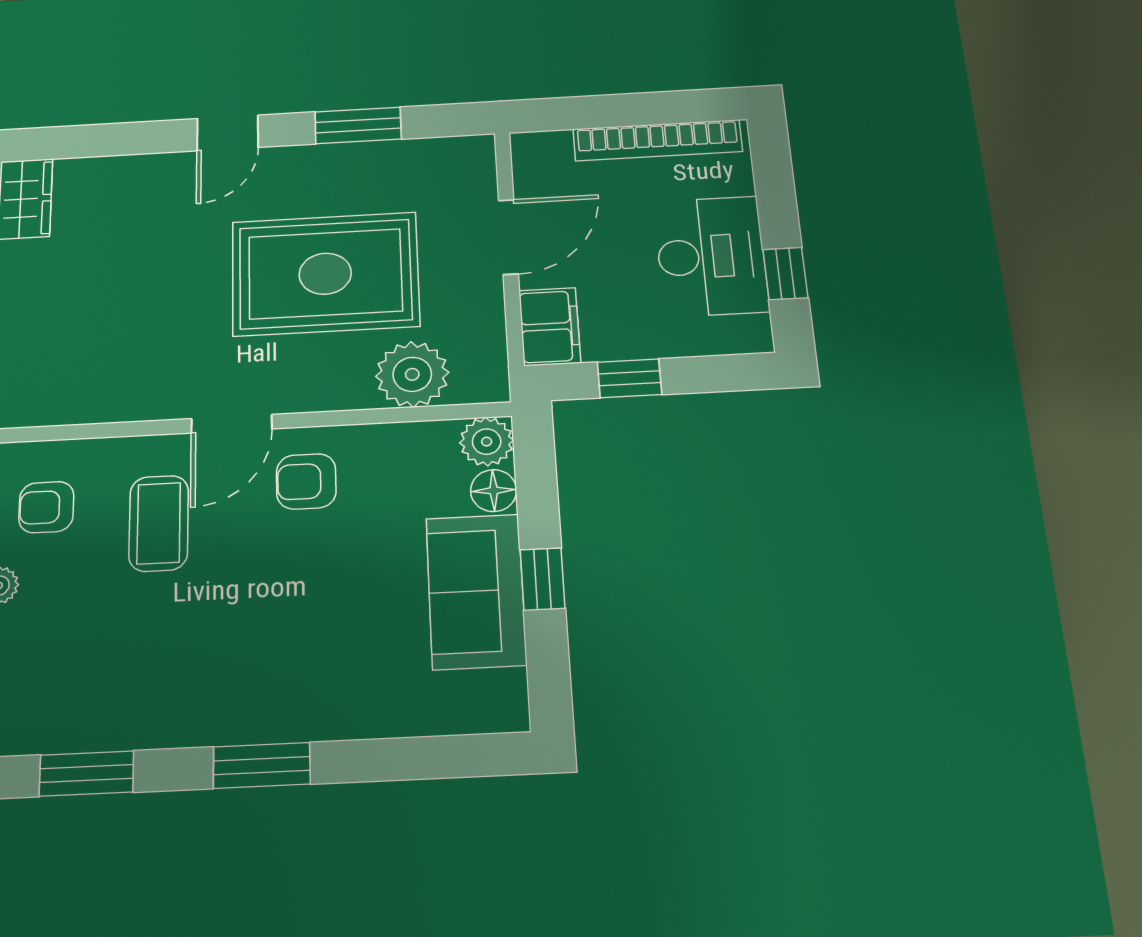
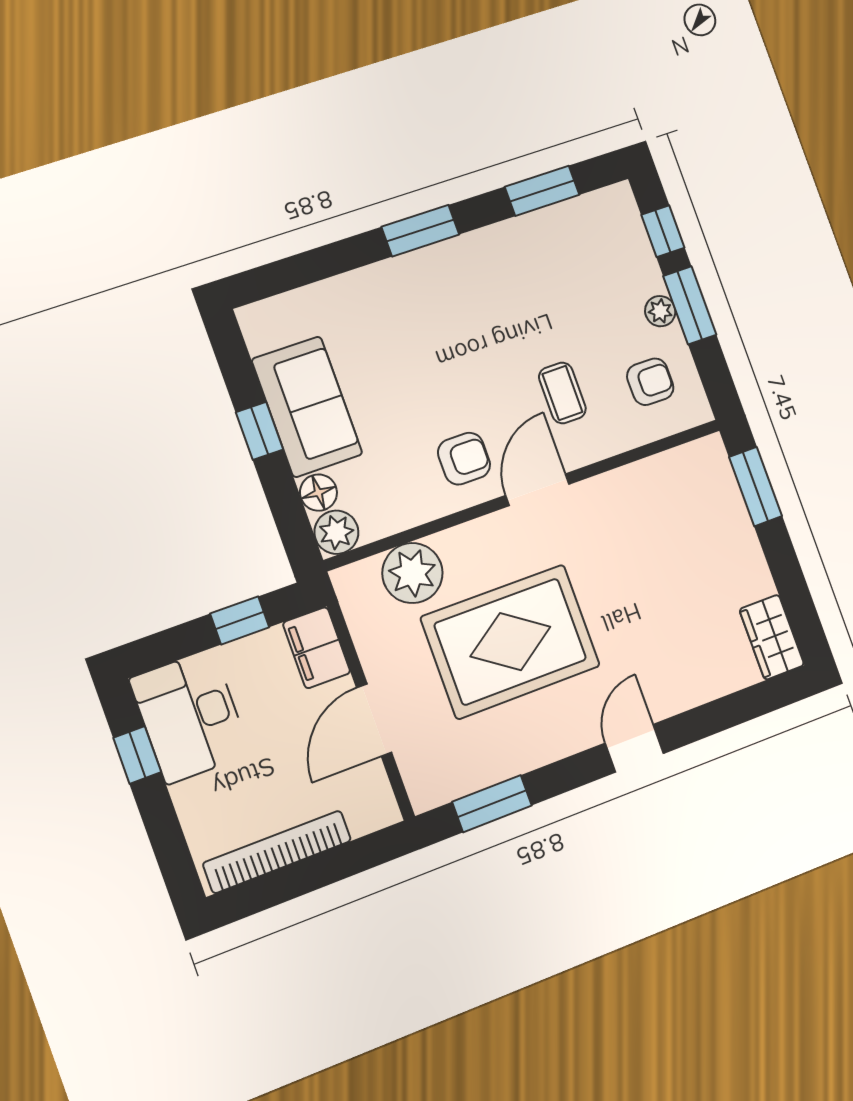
window: (358, 125) -> (492, 804), moved
desk: (711, 256) -> (190, 716), moved
coffee table: (159, 523) -> (562, 393), width x0.73, depth x0.77

